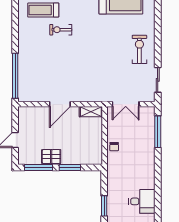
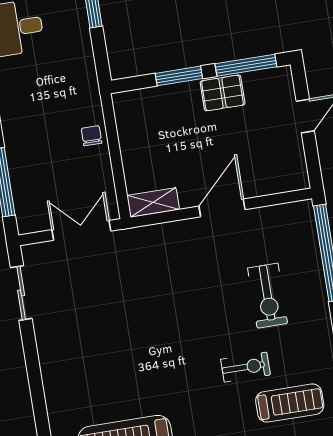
exercise bike: (139, 49) -> (268, 296), moved

